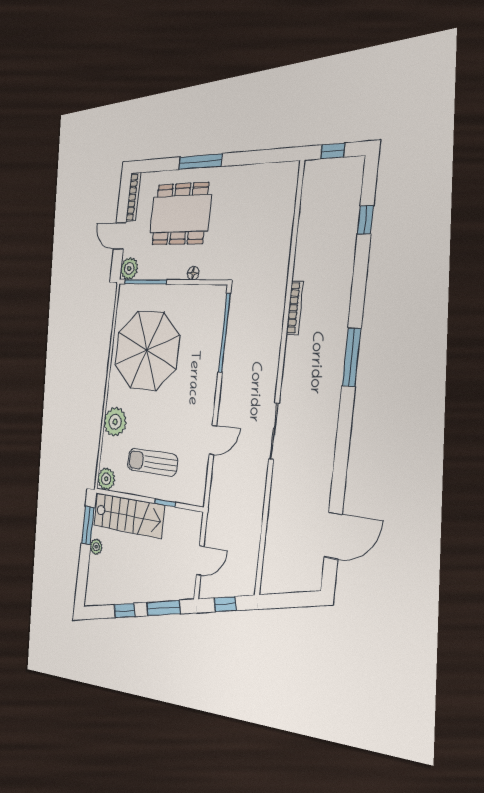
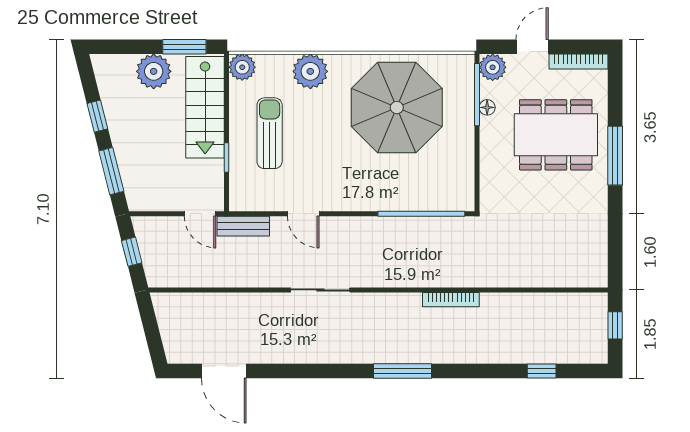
dining table: (180, 214) -> (556, 135), turned 90
floor lamp: (193, 273) -> (487, 107), moved
bench: (216, 496) -> (243, 226), added
plant: (96, 547) -> (154, 71), width x1.88, depth x1.88
door: (200, 560) -> (200, 214), moved

